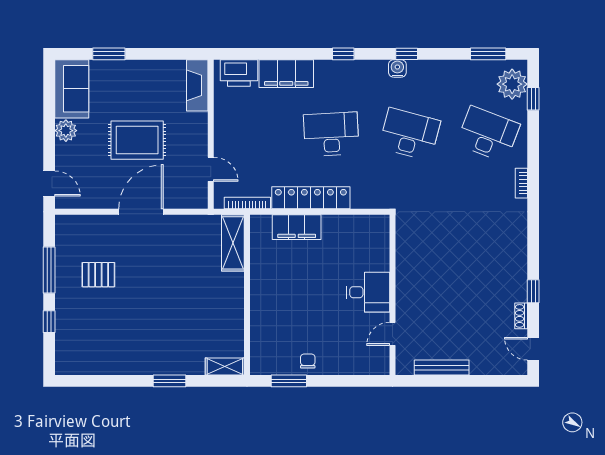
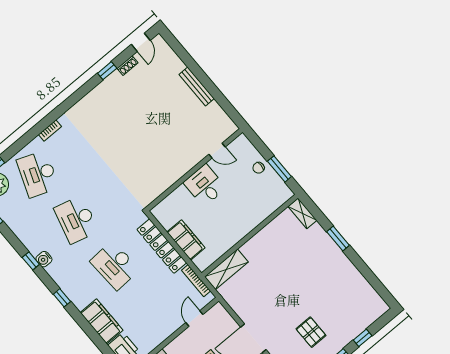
desk: (368, 292) -> (205, 185), moved
wall: (392, 295) -> (194, 170), moved
door: (392, 334) -> (217, 151), moved

